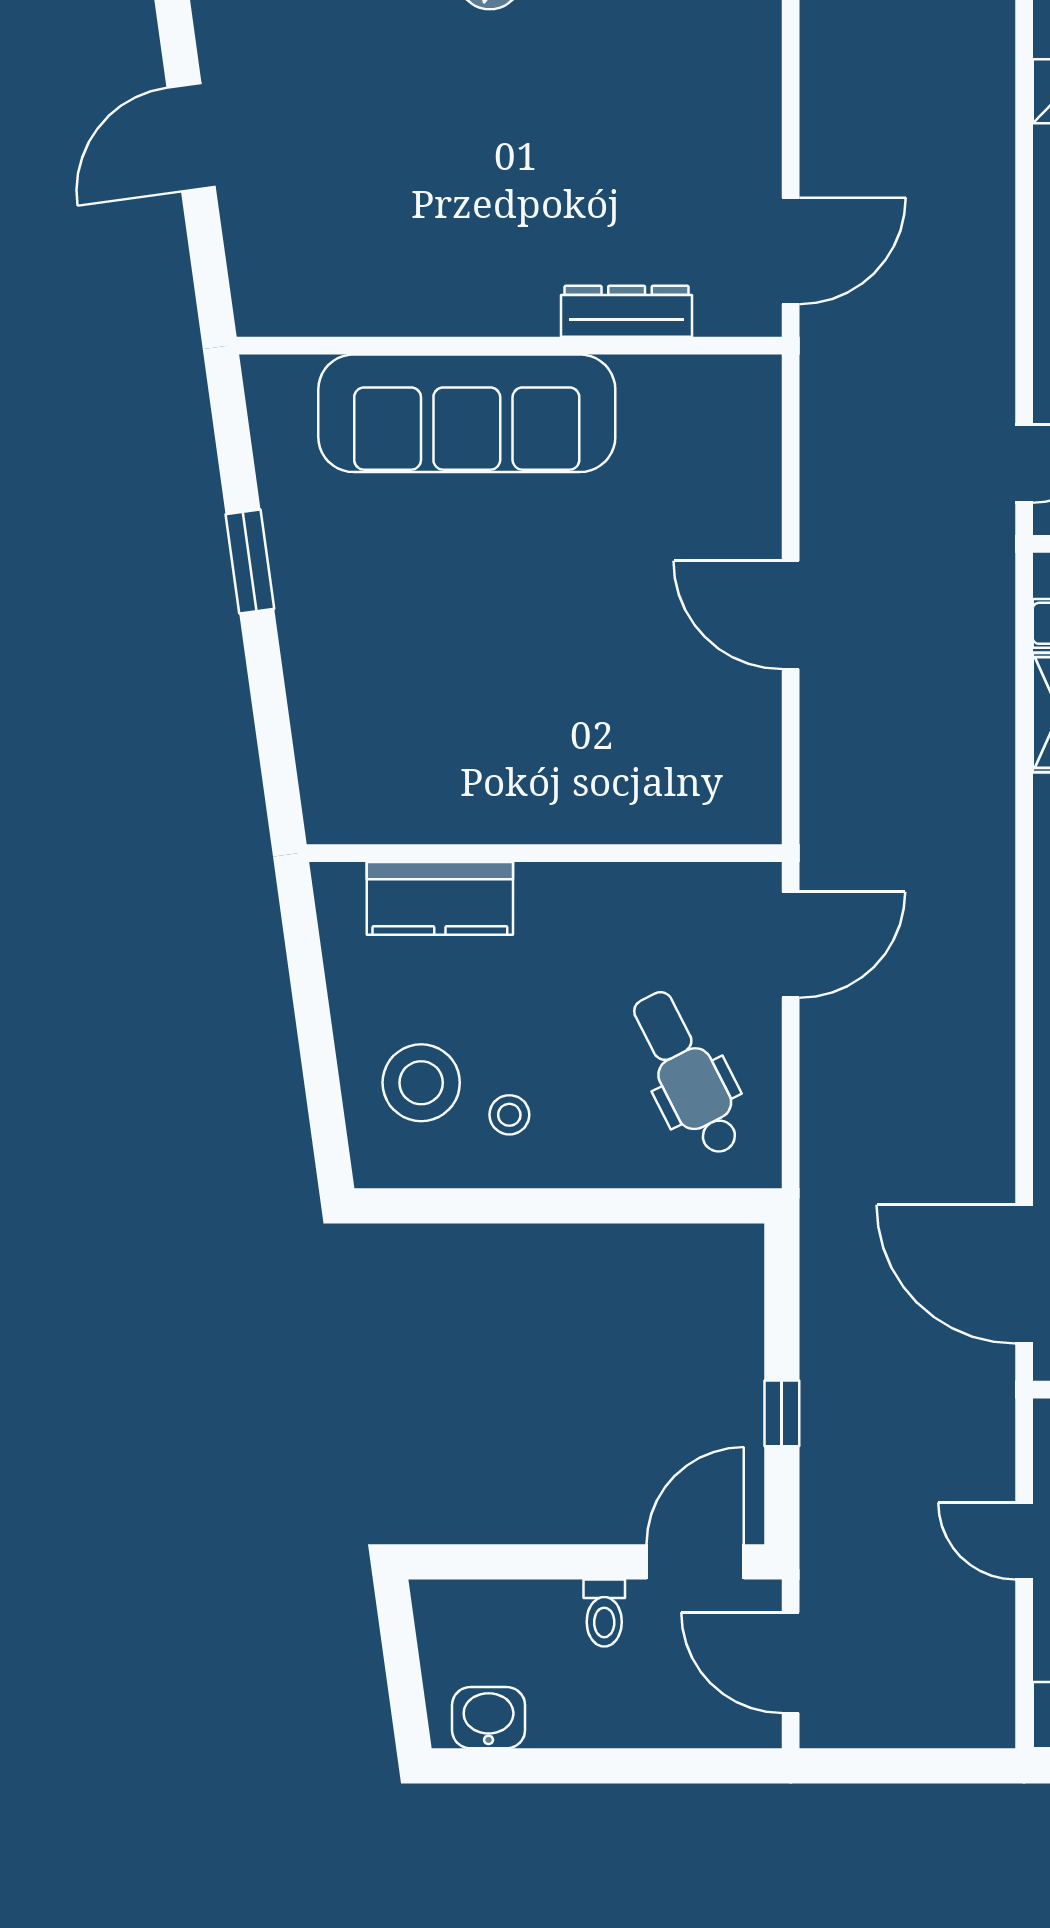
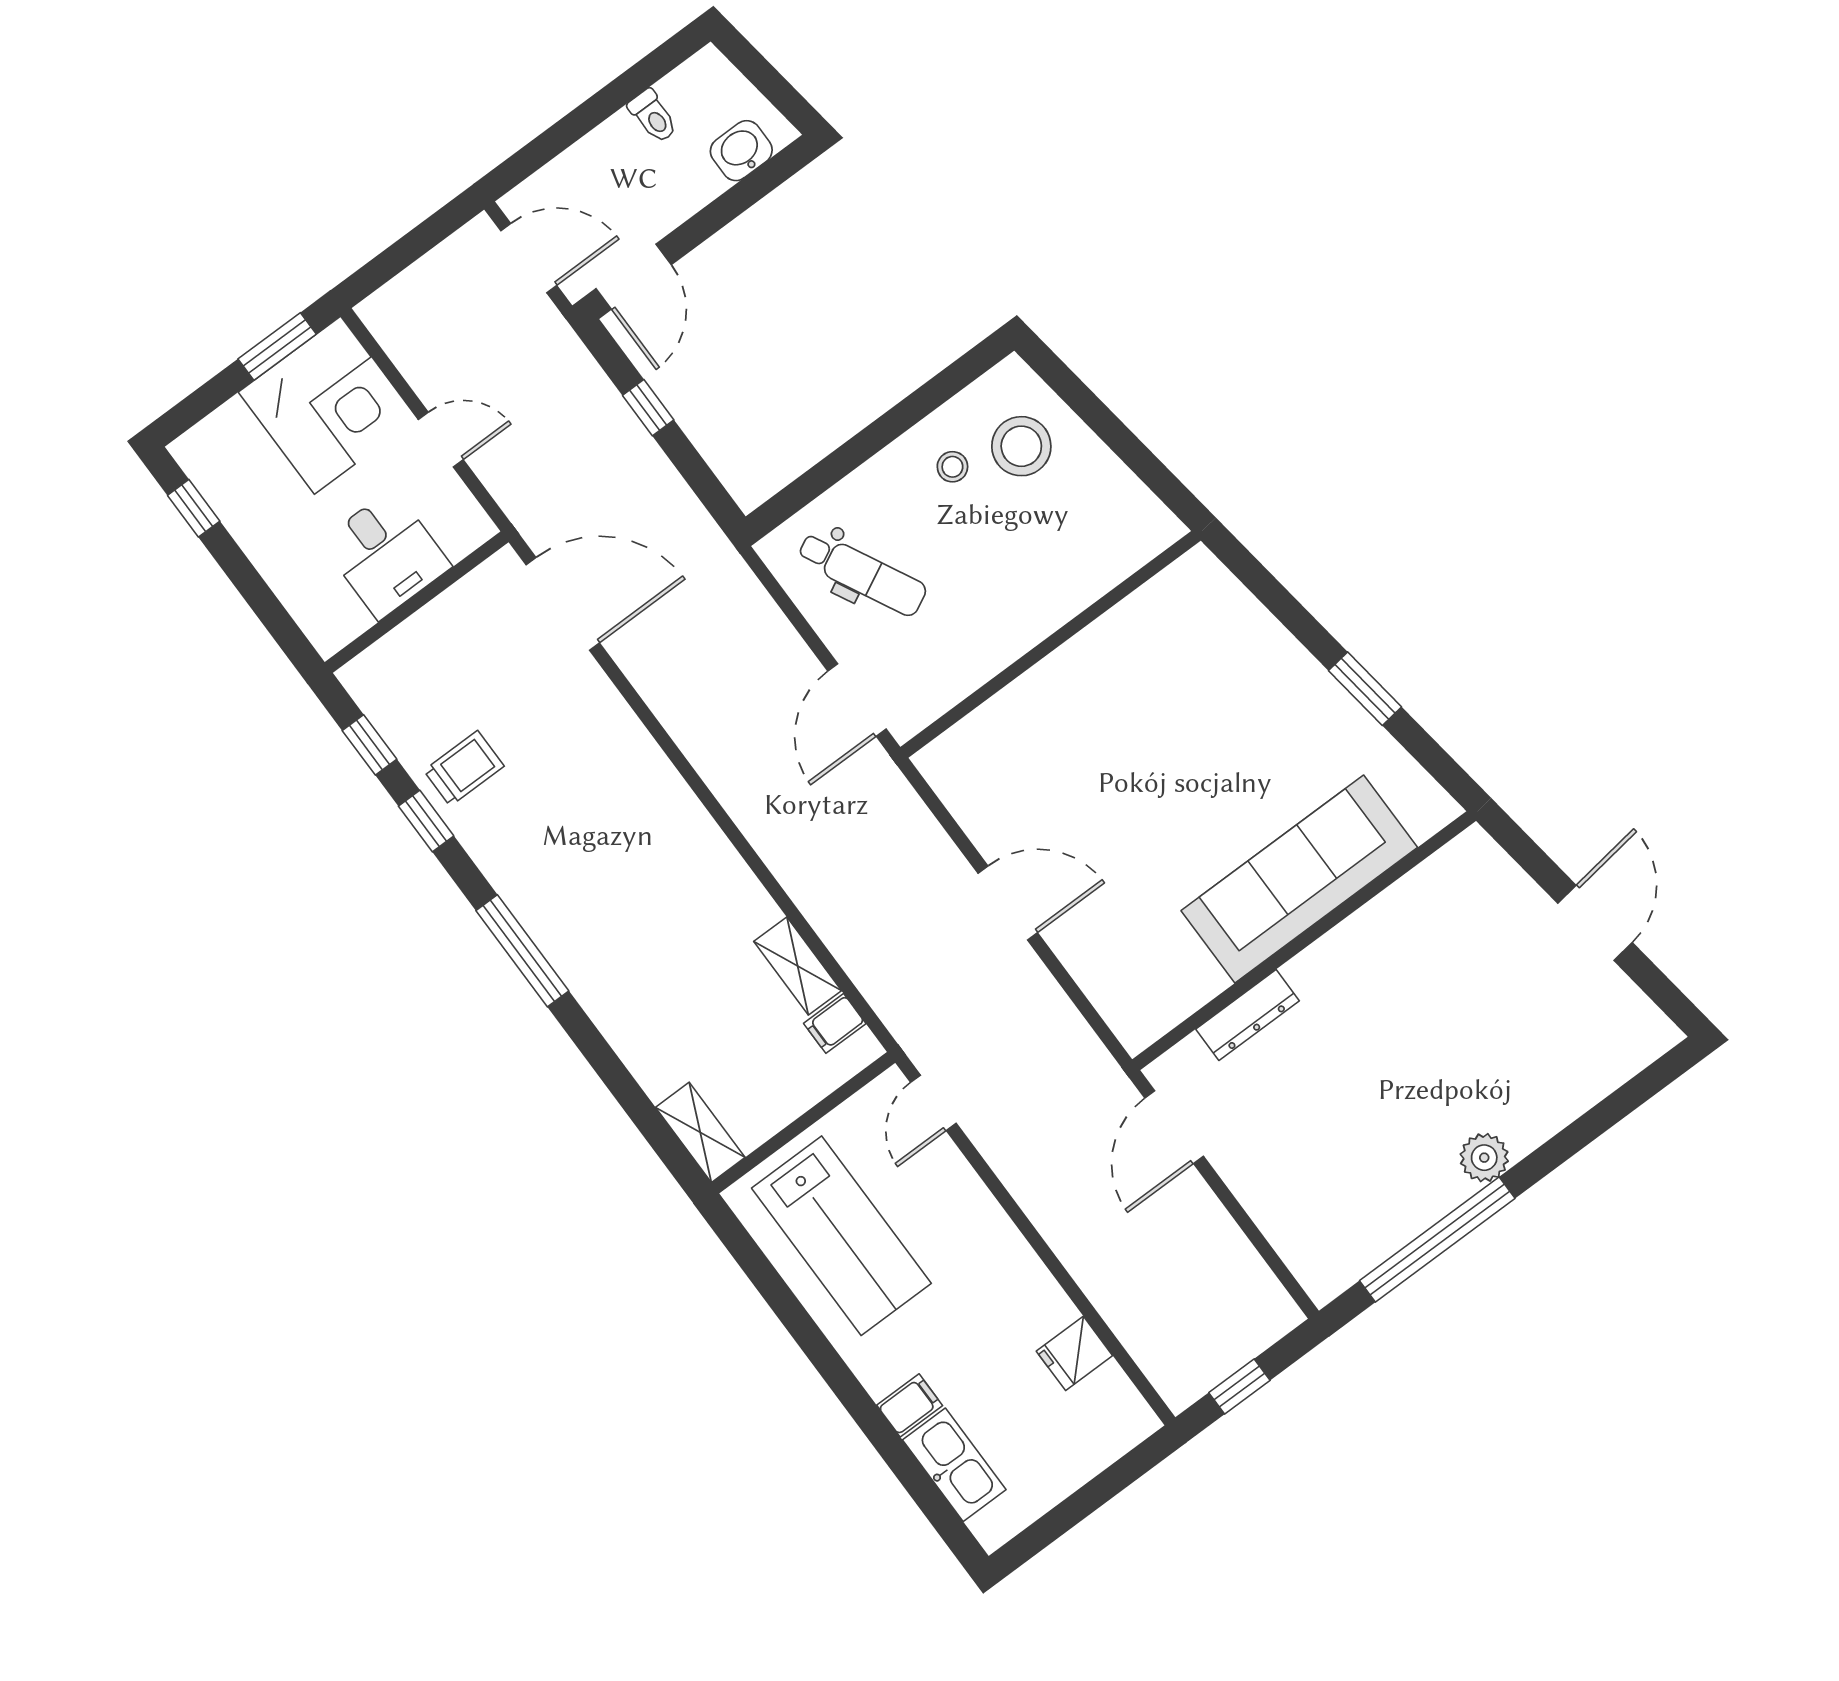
kitchen counter: (440, 898) -> (1094, 568), removed
toilet: (604, 1613) -> (653, 116), moved, turned 180
washbasin: (489, 1718) -> (741, 151), moved, turned 180

